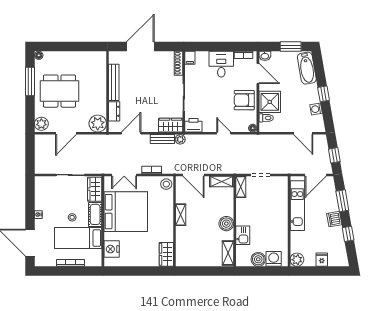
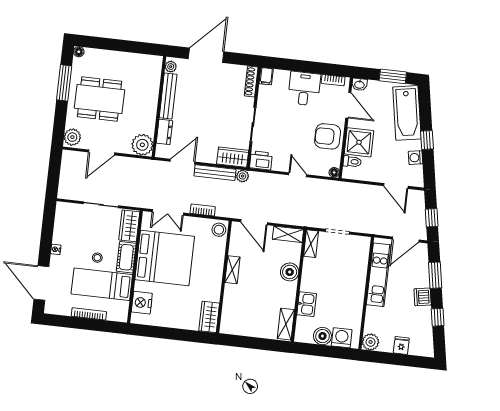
plant: (113, 59) -> (171, 67), added
bathtub: (307, 68) -> (407, 113), width x1.36, depth x1.36
bench: (162, 139) -> (215, 173), width x1.36
boiler: (226, 224) -> (290, 272), moved

